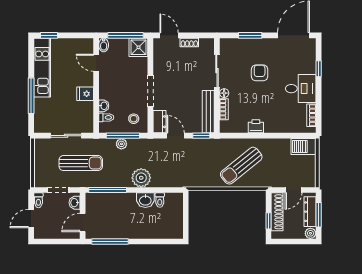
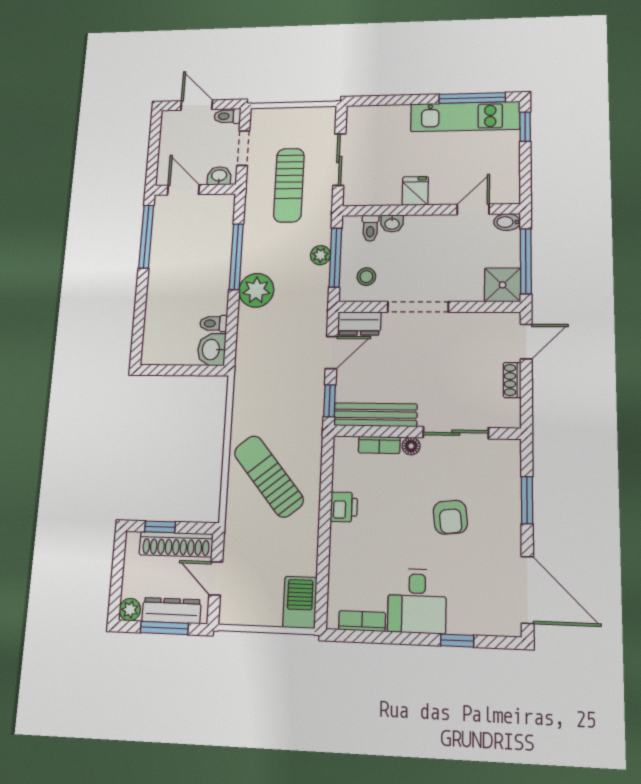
armchair: (260, 73) -> (450, 517), turned 84
window: (31, 96) -> (472, 98), moved
window: (108, 190) -> (236, 257), moved
washbasin: (145, 200) -> (212, 350), moved

